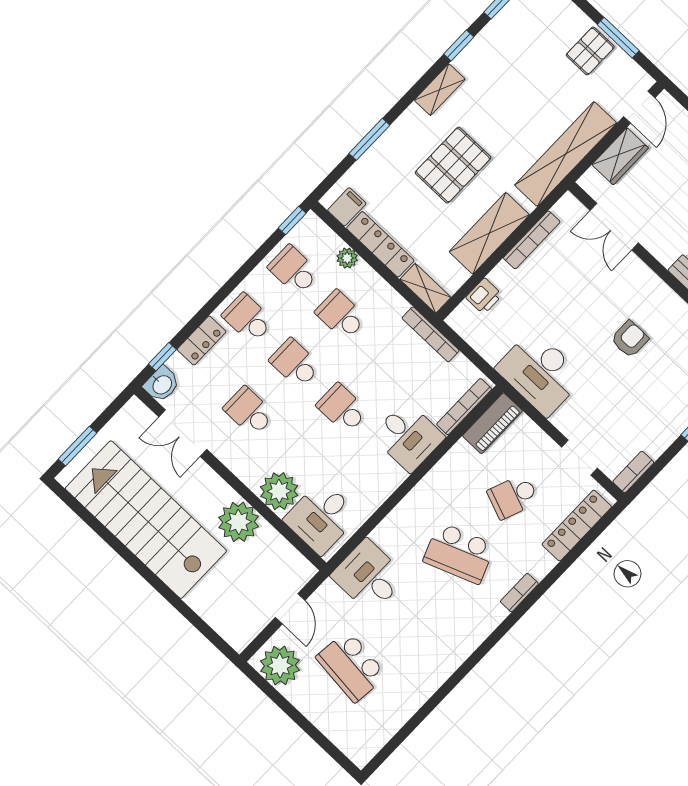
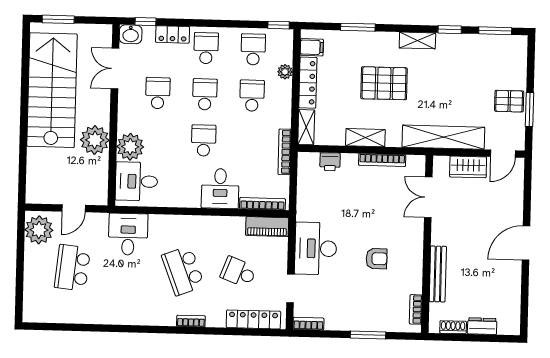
shelving: (489, 233) -> (365, 138), width x0.67, depth x0.75
desk: (540, 373) -> (316, 248), moved

